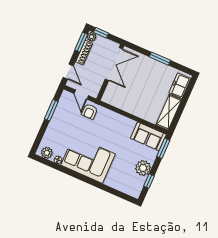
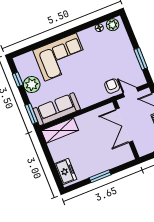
double door: (114, 64) -> (124, 125), moved
shelving: (169, 112) -> (60, 130), moved, turned 90
sofa: (148, 136) -> (57, 109), width x1.36
corner sofa: (88, 160) -> (61, 57), moved

